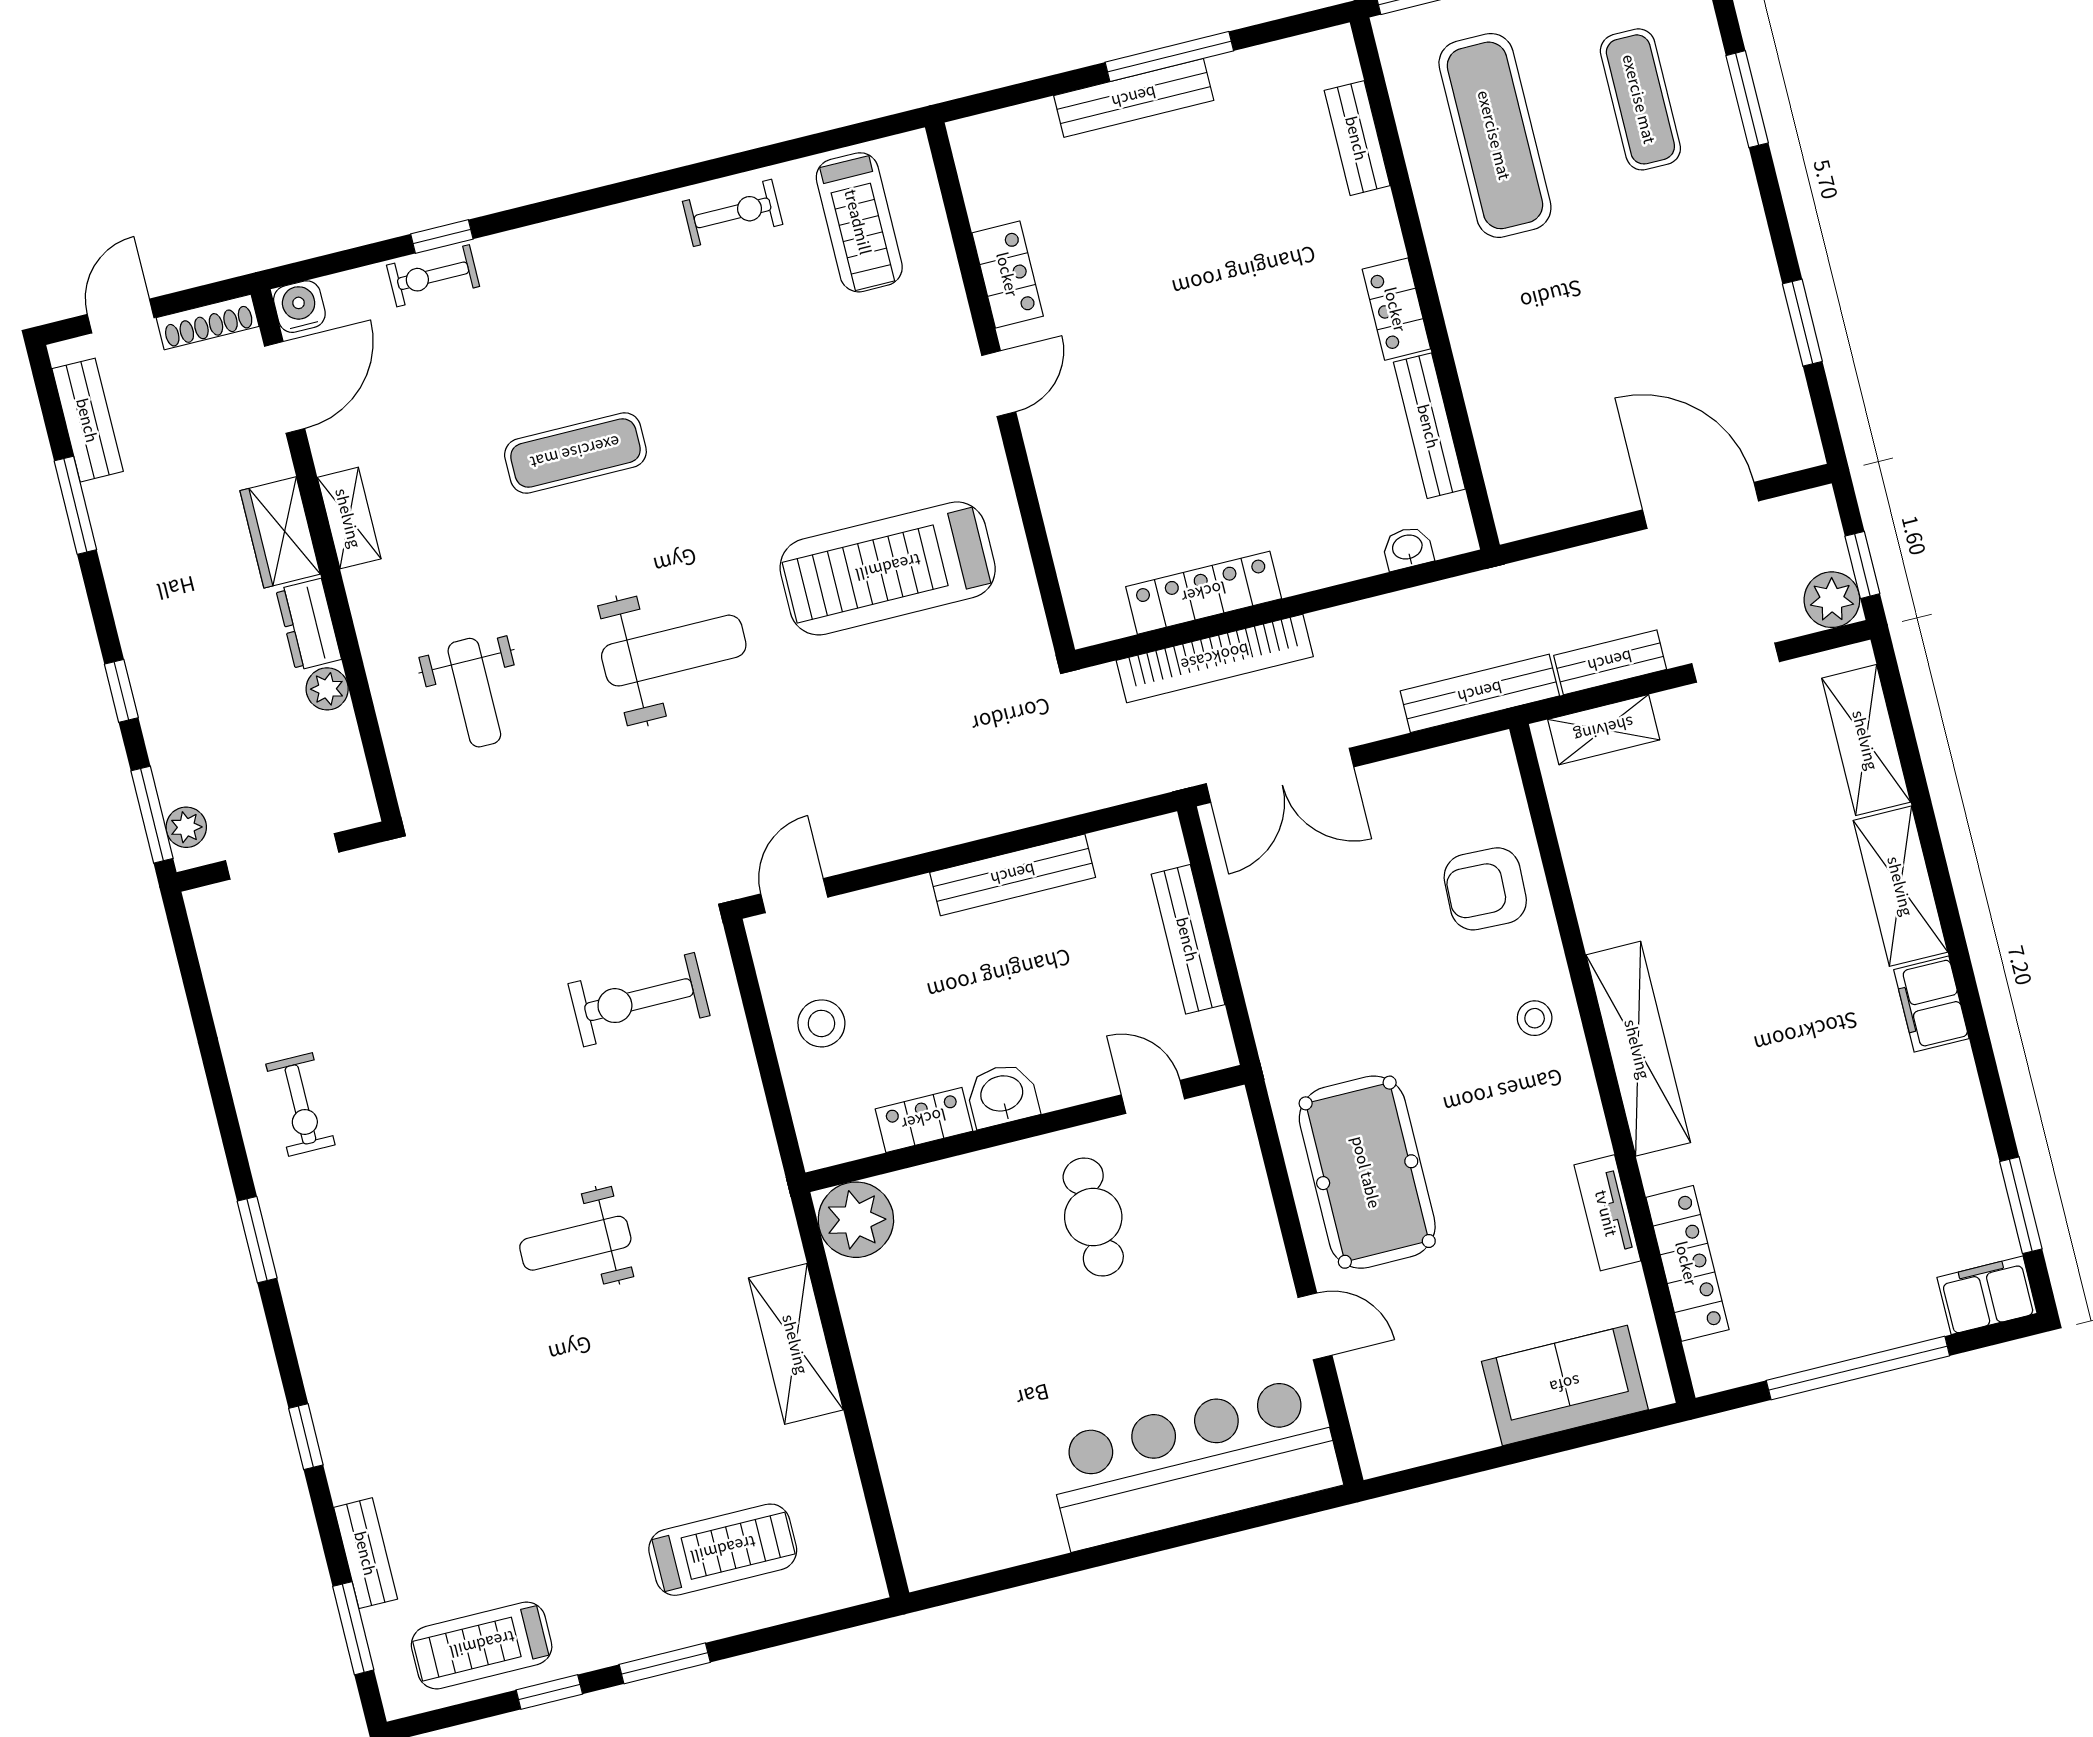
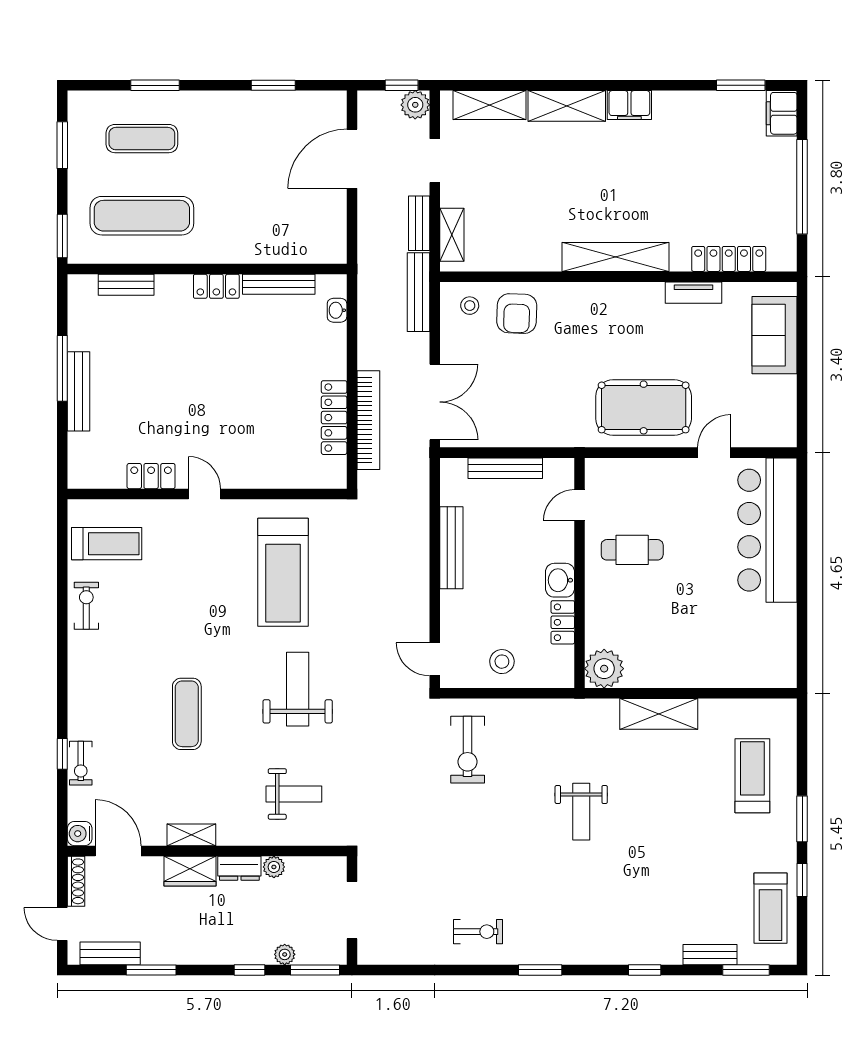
plant: (186, 827) -> (285, 954), moved
stool: (1535, 1018) -> (470, 306), moved

